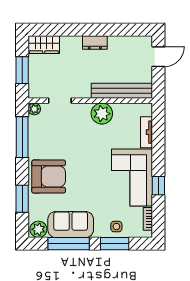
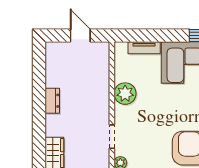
door: (158, 57) -> (80, 36), moved
bench: (122, 91) -> (102, 73), removed

